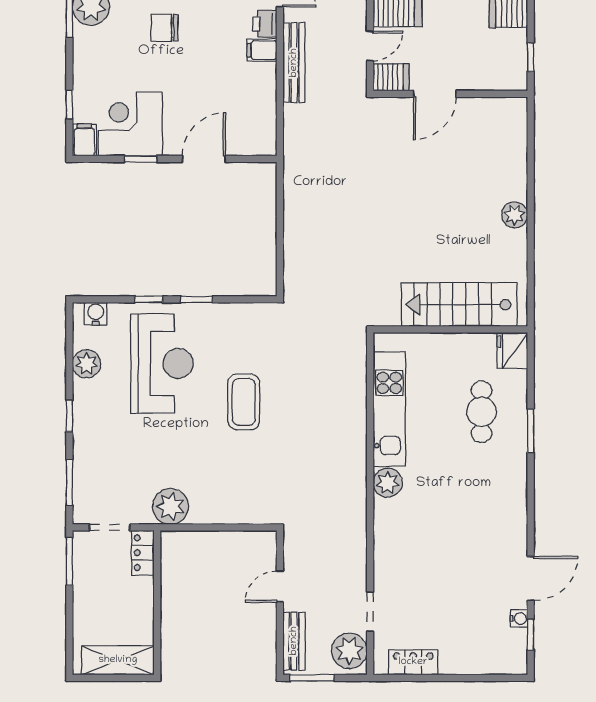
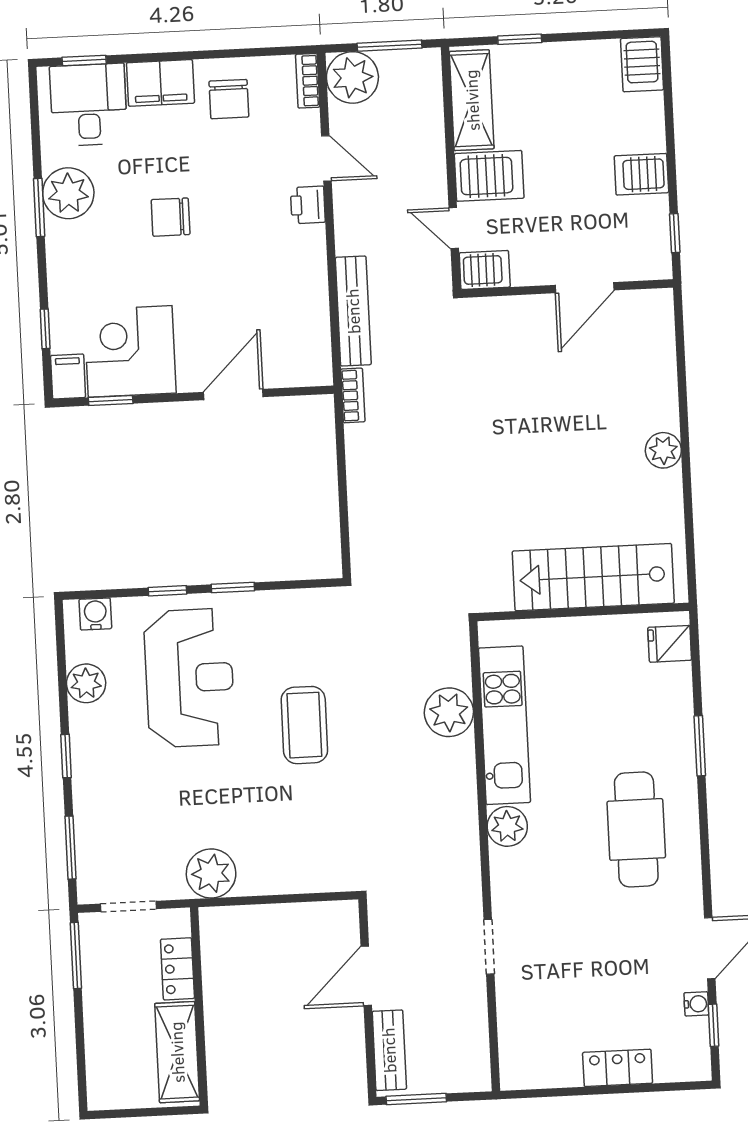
door: (370, 46) -> (454, 228), swing flipped
filing cabinet: (262, 50) -> (306, 241), removed
bench: (294, 63) -> (353, 311), moved
door: (435, 94) -> (585, 288), moved
window: (141, 159) -> (111, 400), moved
bookcase: (291, 164) -> (353, 395), added
fridge: (512, 351) -> (670, 644), width x0.72
cafe table: (482, 412) -> (636, 829), moved, width x1.37, depth x1.35
locker: (143, 553) -> (177, 969), moved
door: (280, 586) -> (366, 976), width x1.38
doorway: (370, 612) -> (489, 947), moved
plant: (349, 651) -> (449, 712), moved
shelving: (118, 660) -> (177, 1052), moved, turned 90
locker: (413, 662) -> (618, 1068), moved

